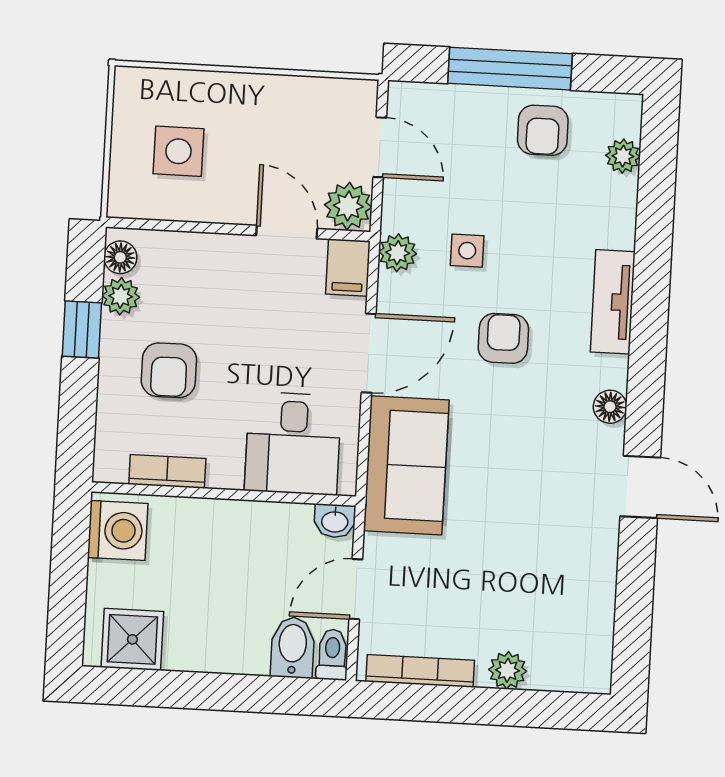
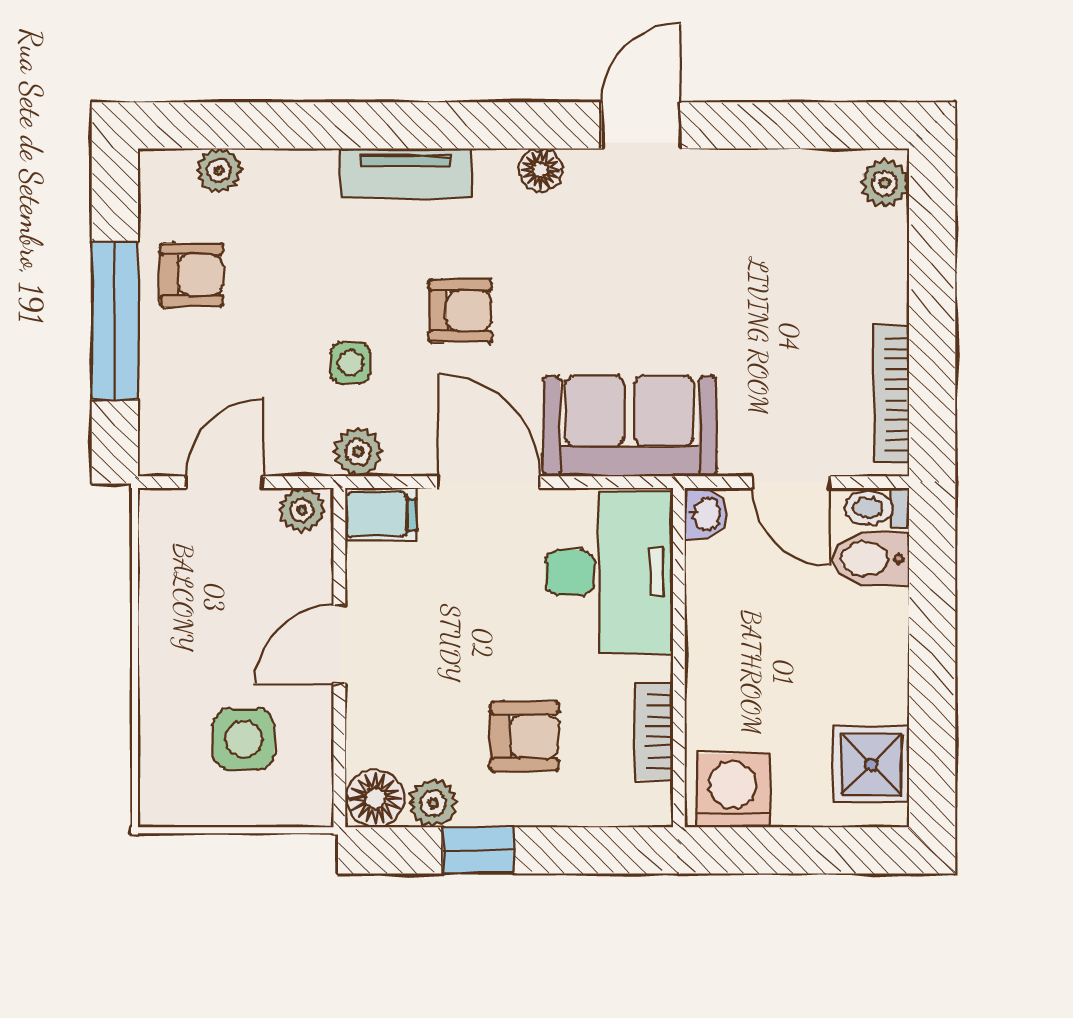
plant: (348, 206) -> (302, 510), width x0.73, depth x0.73
door: (287, 232) -> (339, 644), moved
floor lamp: (120, 257) -> (375, 798), width x1.37, depth x1.37
armchair: (503, 338) -> (460, 311), turned 180
desk: (293, 443) -> (609, 573), width x1.37
plant: (508, 670) -> (885, 183), moved

